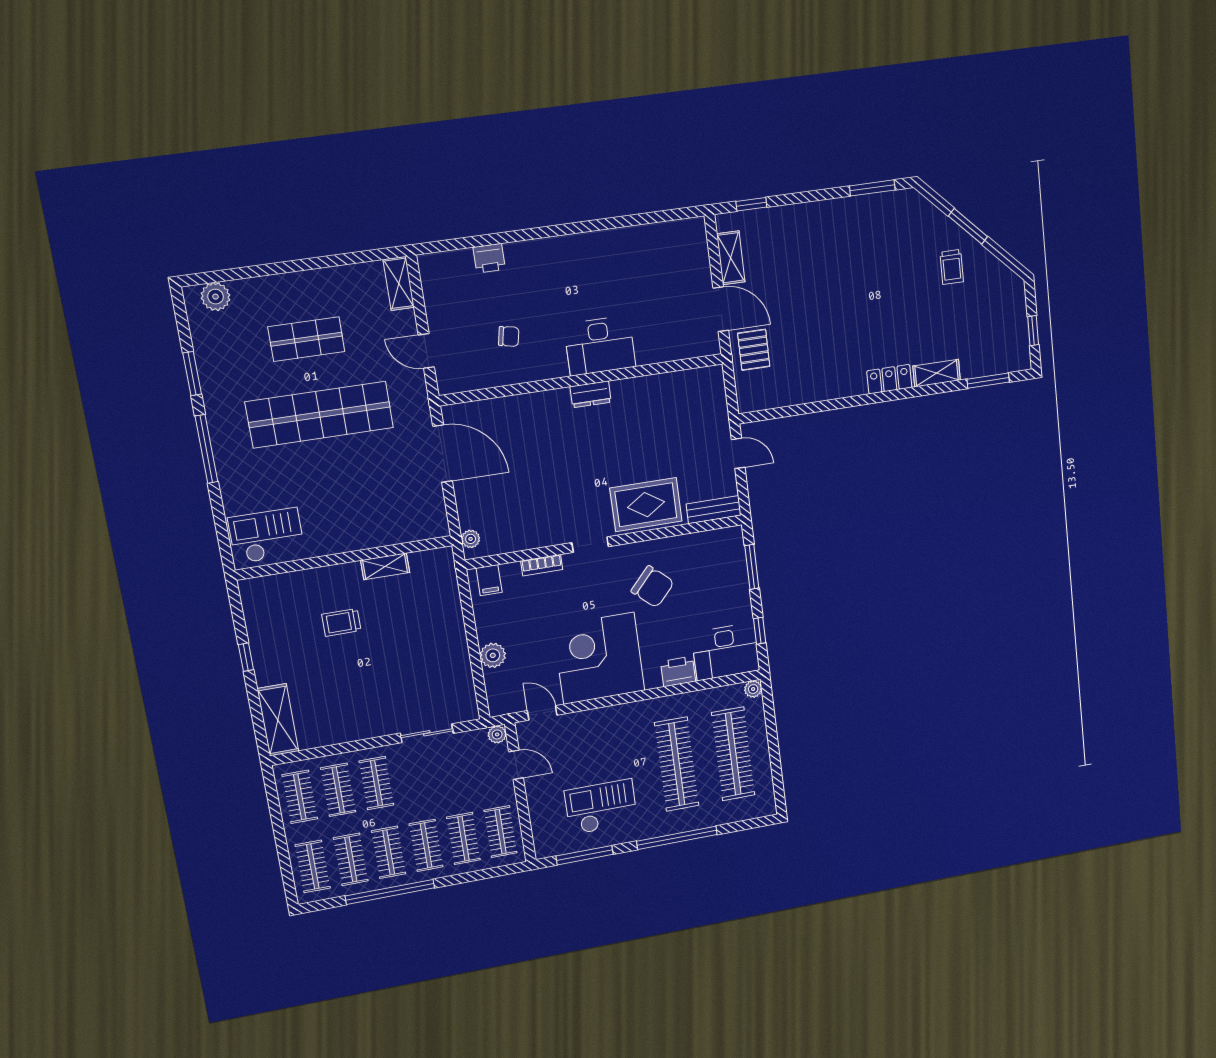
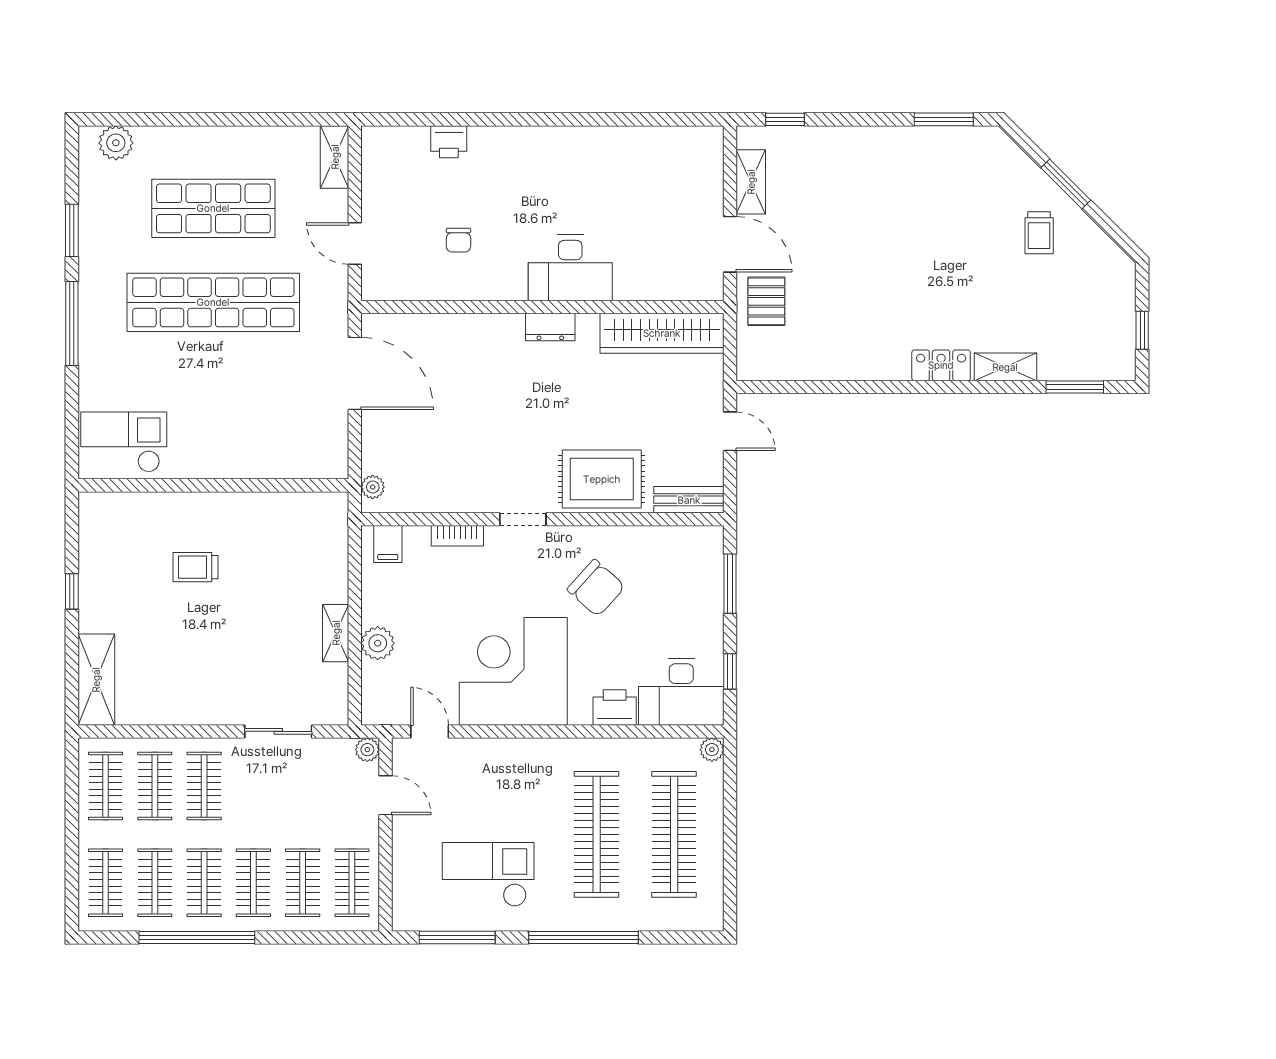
chair: (509, 336) -> (458, 240), turned 79
shop shelf: (306, 339) -> (213, 208), width x1.43, depth x1.36
wardrobe: (677, 386) -> (662, 333), added
shelving: (385, 566) -> (336, 633), moved, turned 90

